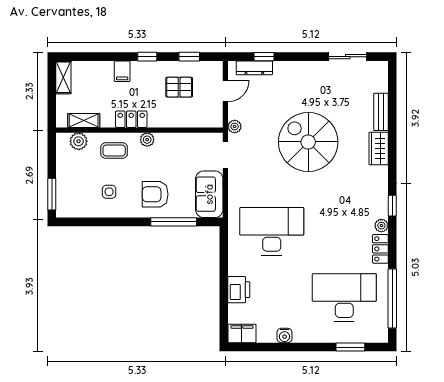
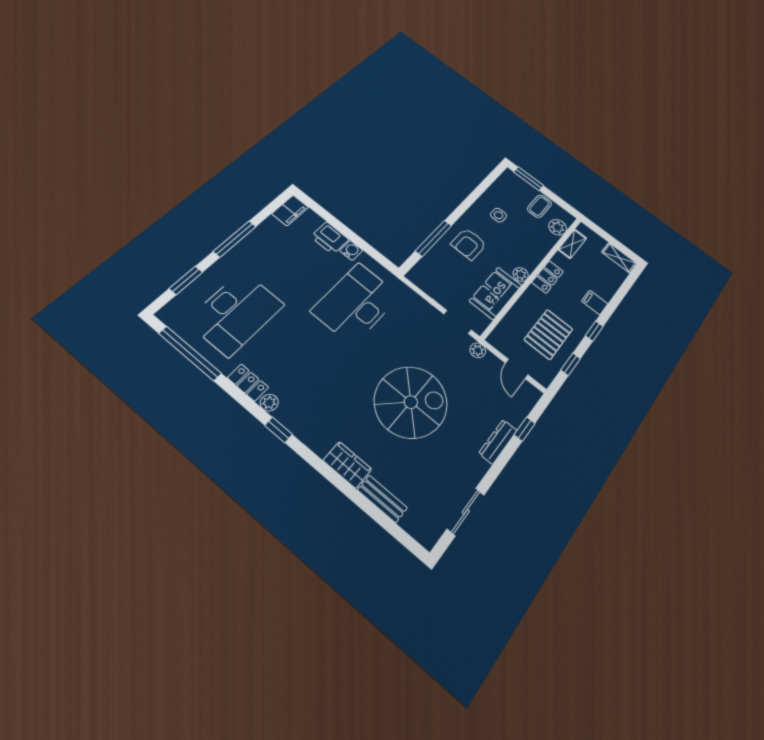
dresser: (254, 68) -> (498, 442), moved
pallet: (179, 87) -> (549, 334), width x1.50, depth x1.42
coffee table: (114, 151) -> (539, 206), moved
armchair: (155, 194) -> (469, 244), turned 180
sofa: (209, 194) -> (496, 293), moved, turned -90
desk: (272, 231) -> (356, 303), turned 180
water cooler: (285, 335) -> (351, 250), moved, turned 90
window: (296, 347) -> (235, 239), added

